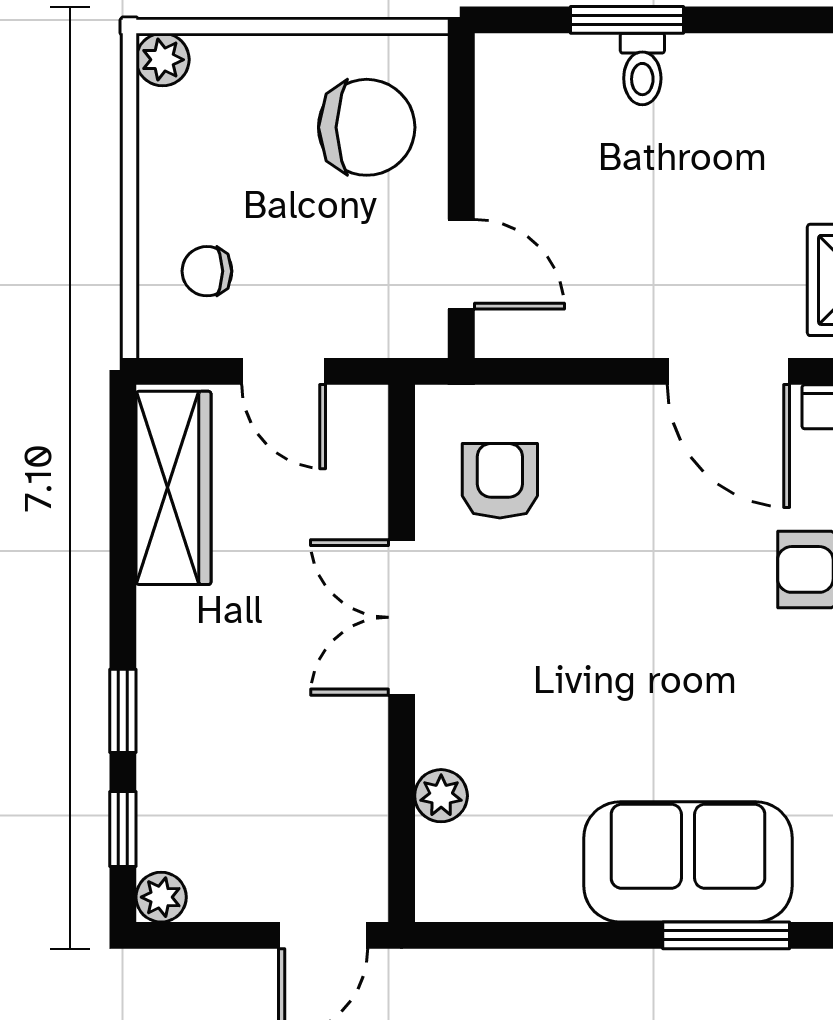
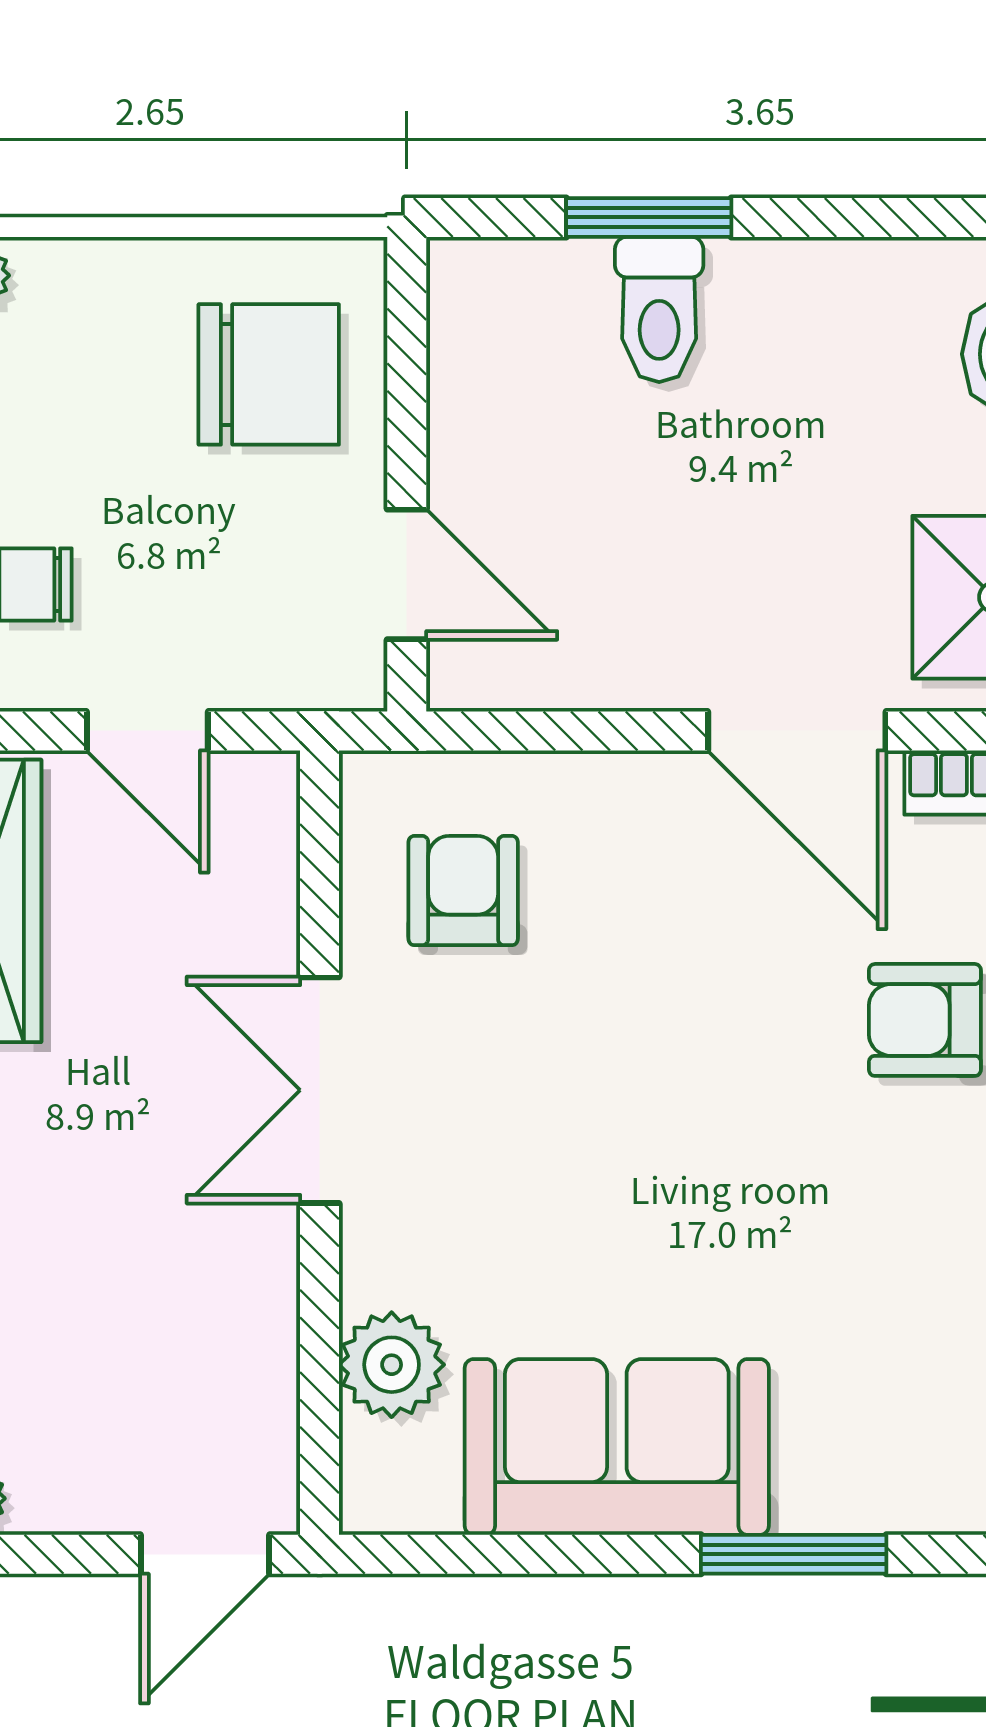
toilet: (642, 69) -> (659, 310), width x1.37, depth x1.39
plant: (441, 796) -> (392, 1365), width x1.38, depth x1.38
sofa: (688, 862) -> (617, 1447), moved

